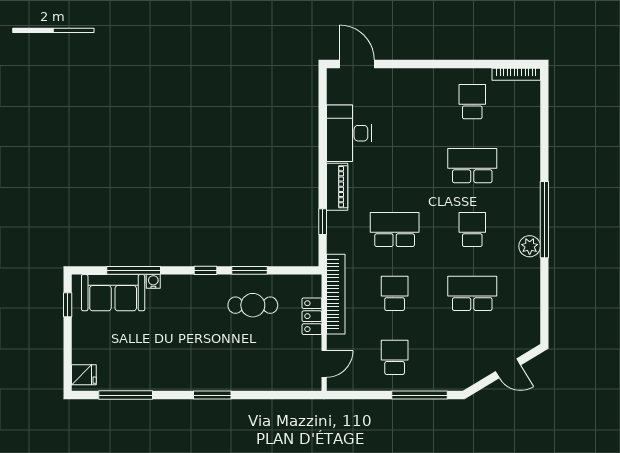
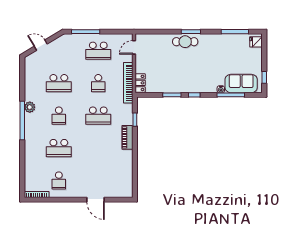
door: (357, 64) -> (96, 200), moved
desk: (349, 133) -> (121, 164), removed
cafe table: (253, 305) -> (185, 42), moved
locker: (312, 316) -> (140, 83), moved
school desk: (395, 357) -> (98, 51), width x1.85

